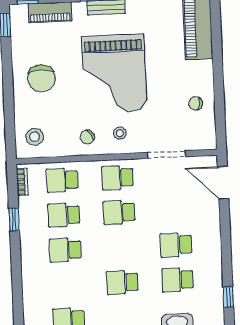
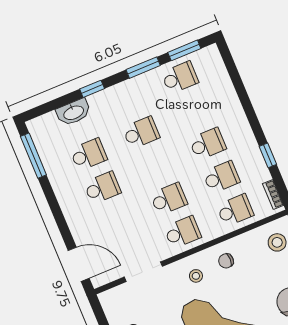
chair: (87, 137) -> (226, 261), turned -149
window: (228, 297) -> (33, 156), width x2.17

